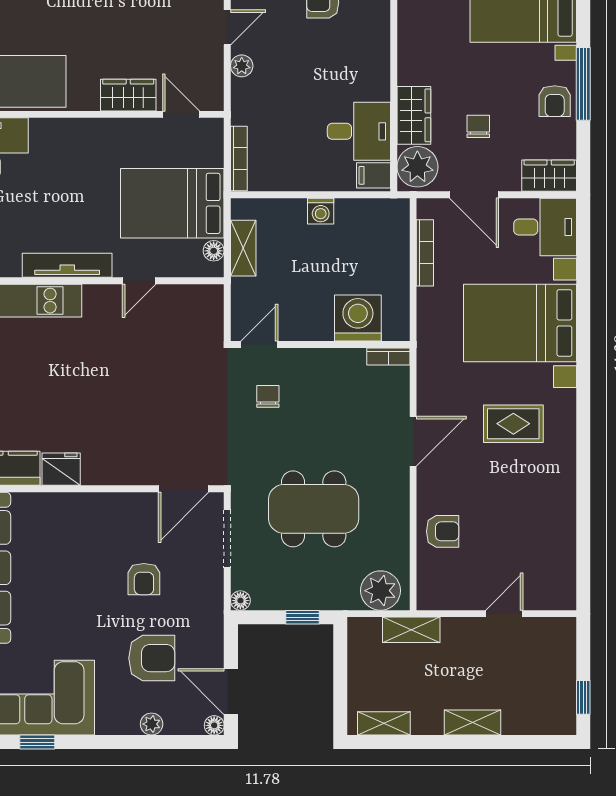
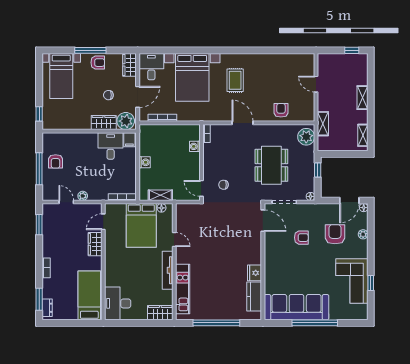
washing machine: (358, 318) -> (195, 146), width x0.53, depth x0.53

